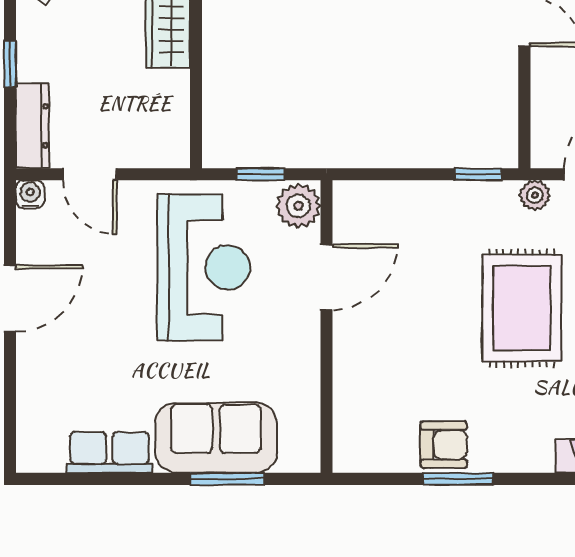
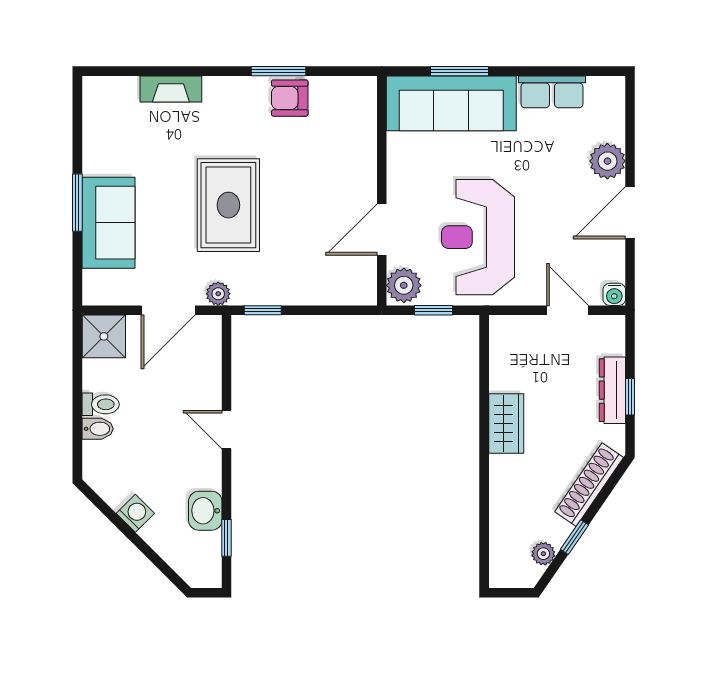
dresser: (33, 126) -> (612, 390), moved
plant: (39, 364) -> (607, 161), added
sofa: (216, 438) -> (451, 103), width x1.36

